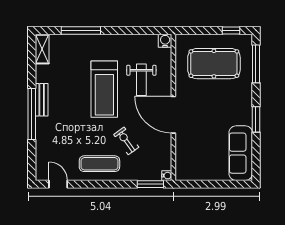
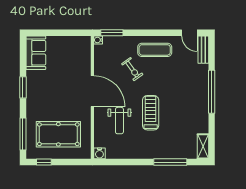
weight bench: (141, 80) -> (119, 121), turned 180
treadmill: (104, 89) -> (151, 113), width x0.73, depth x0.73
bench: (42, 100) -> (203, 50), moved
sofa: (241, 153) -> (36, 53), width x0.73

